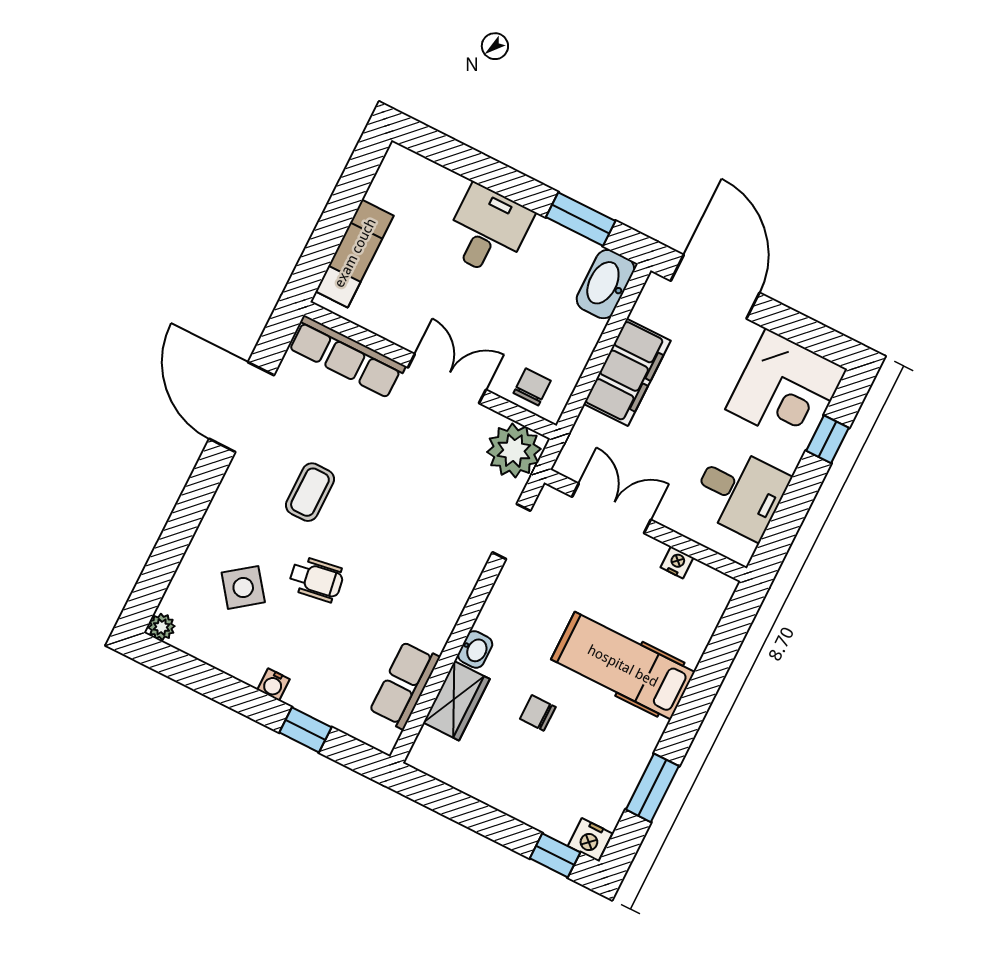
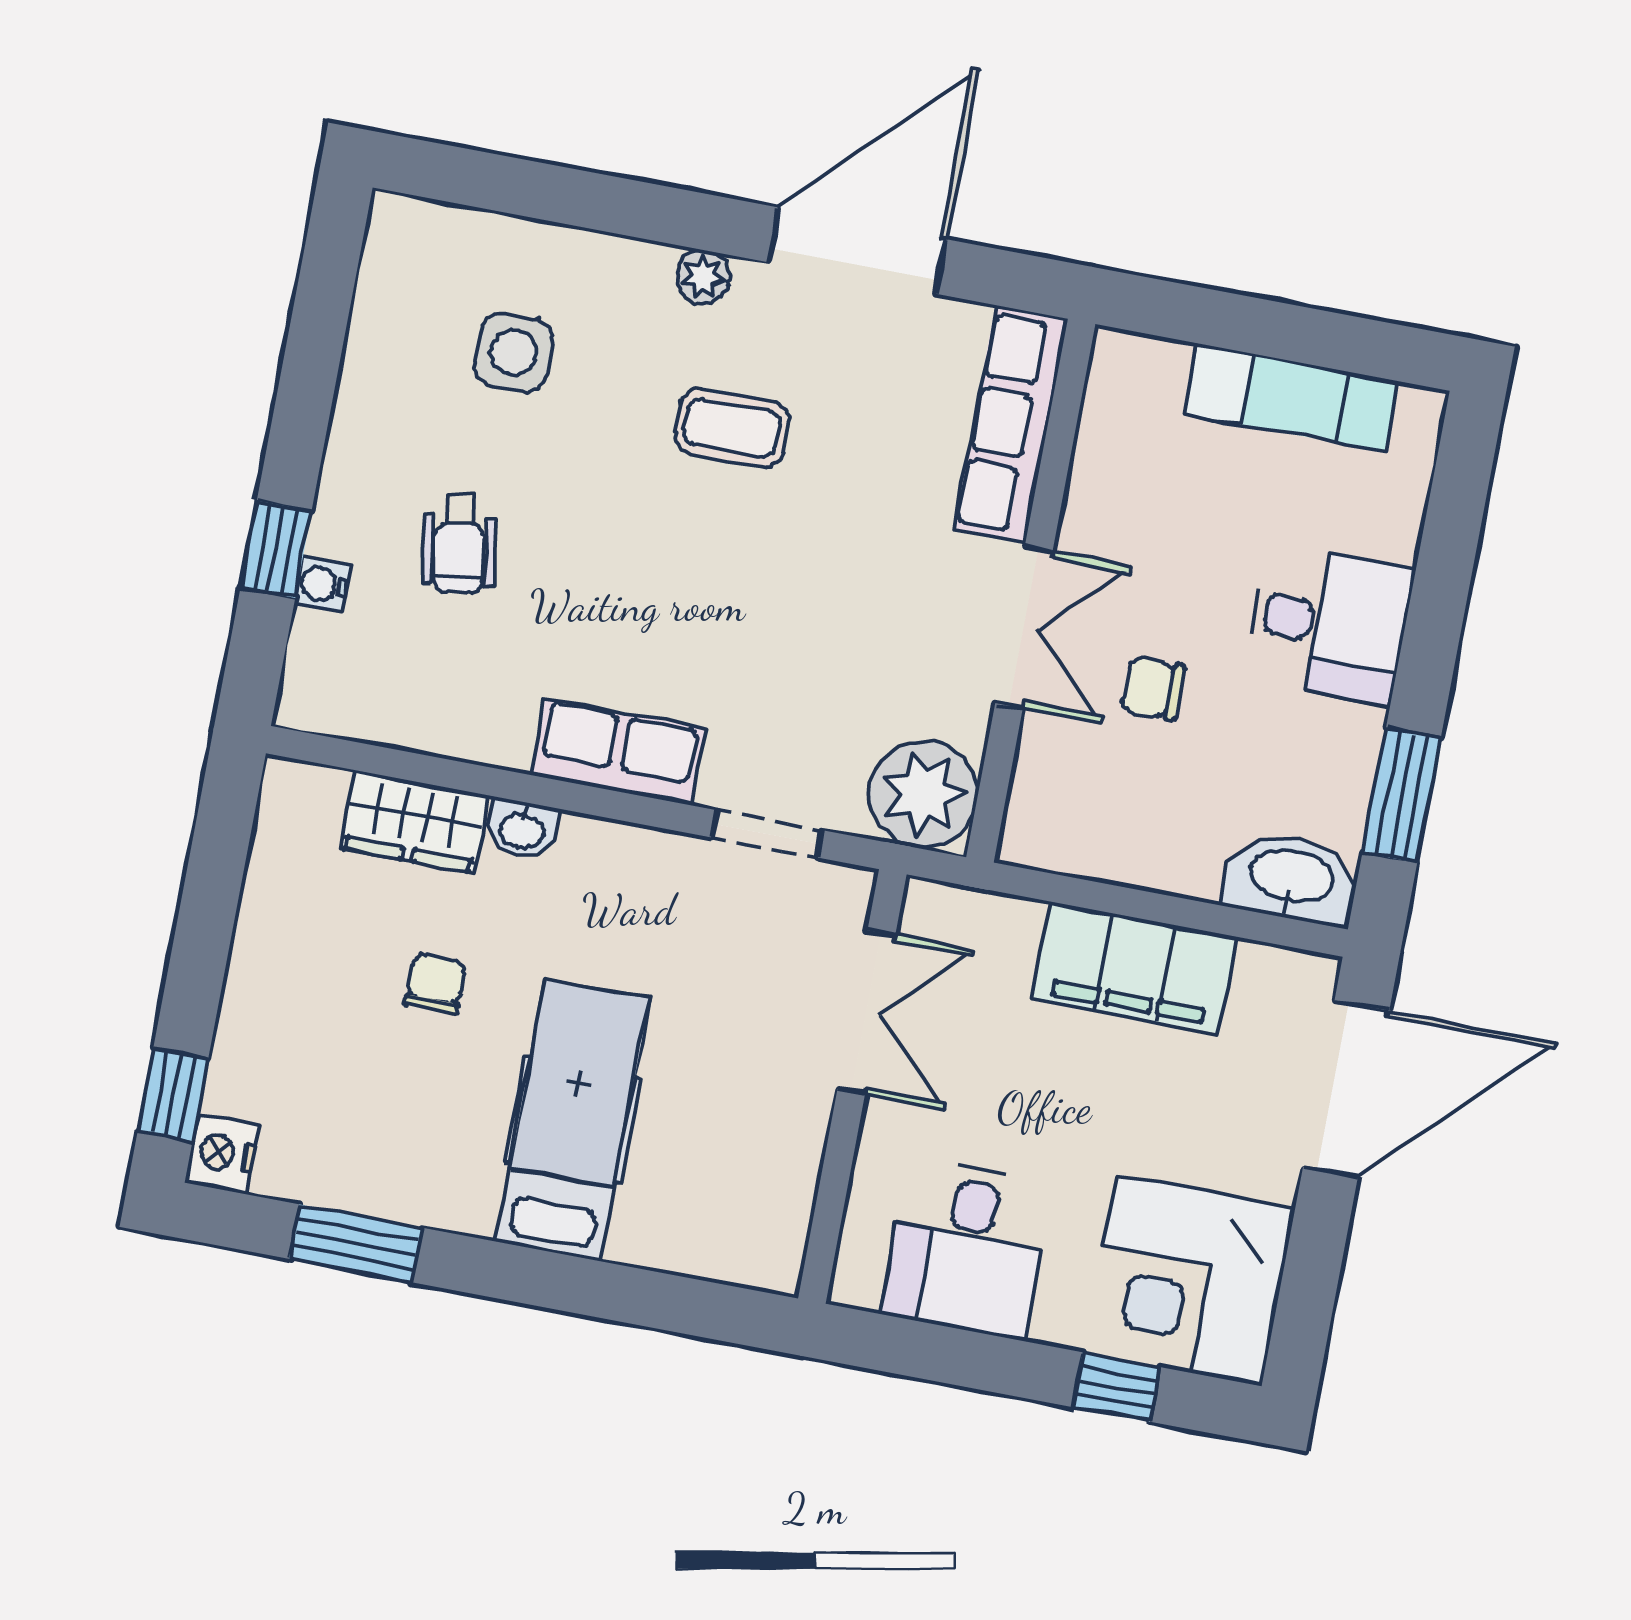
exam couch: (355, 253) -> (1292, 398), moved
chair: (532, 387) -> (1153, 689), moved, turned 180
nightstand: (677, 562) -> (799, 1167), removed
wheelchair: (316, 579) -> (459, 543), moved
side table: (243, 587) -> (514, 353), turned 37
plant: (162, 627) -> (703, 277), moved
water cooler: (274, 684) -> (322, 584), moved
row of seats: (404, 685) -> (618, 752), moved

